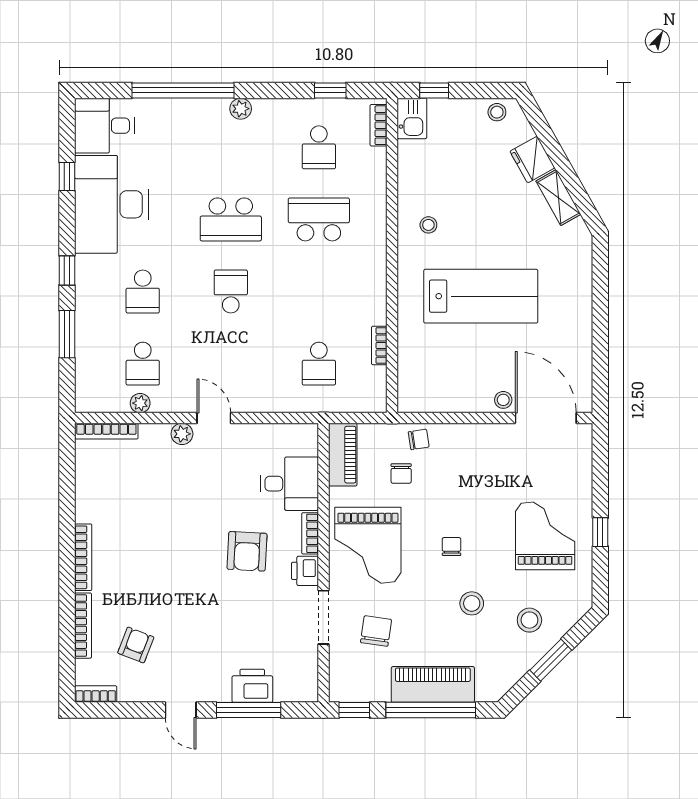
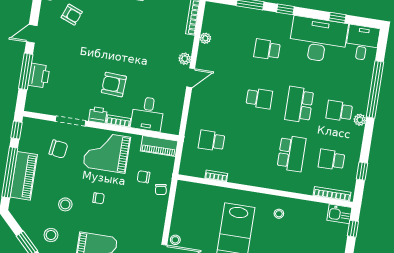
bookcase: (379, 125) -> (332, 194), width x1.56
school desk: (143, 364) -> (339, 111), moved

